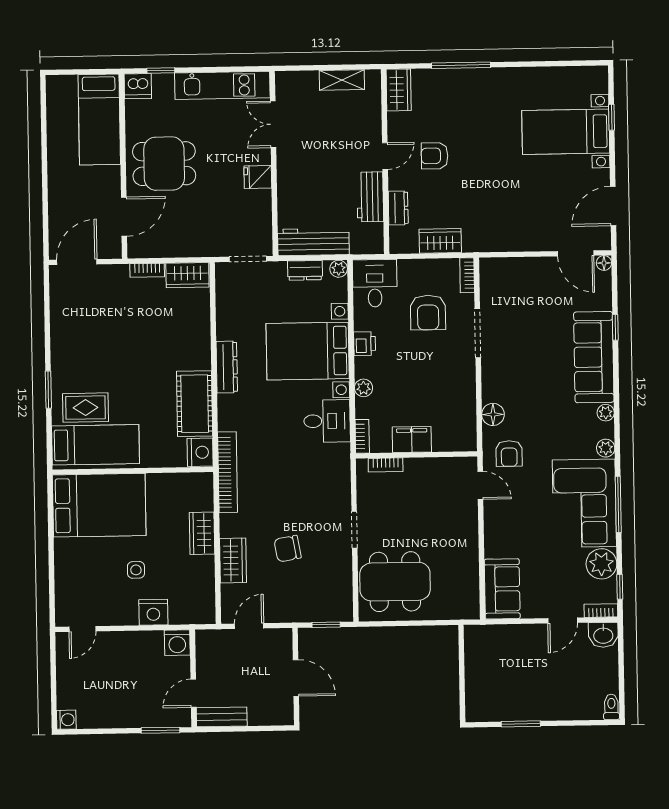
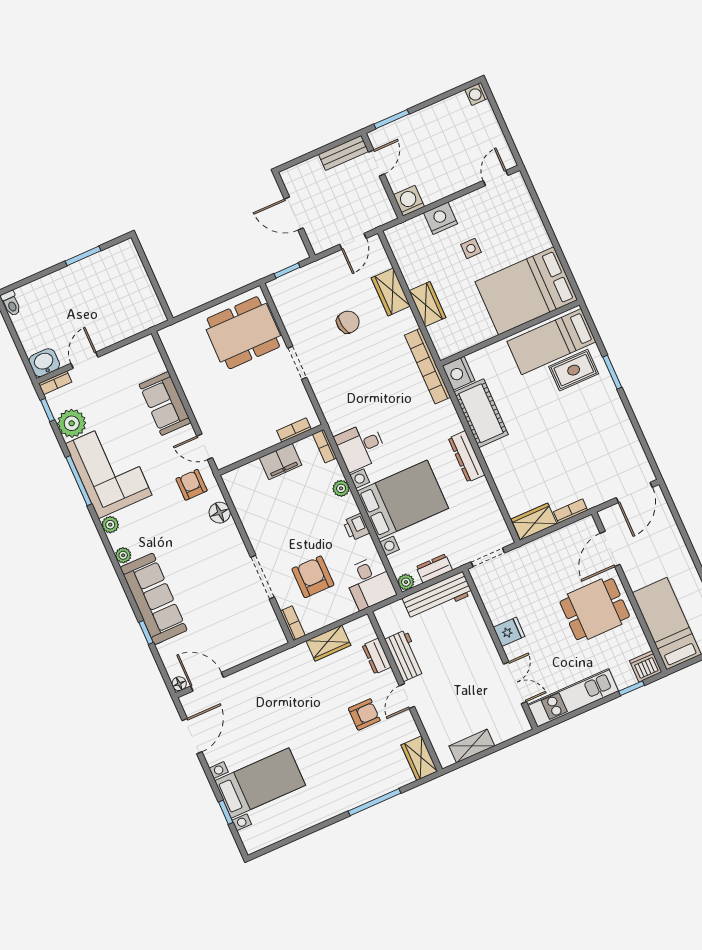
sofa: (502, 589) -> (165, 404), moved

